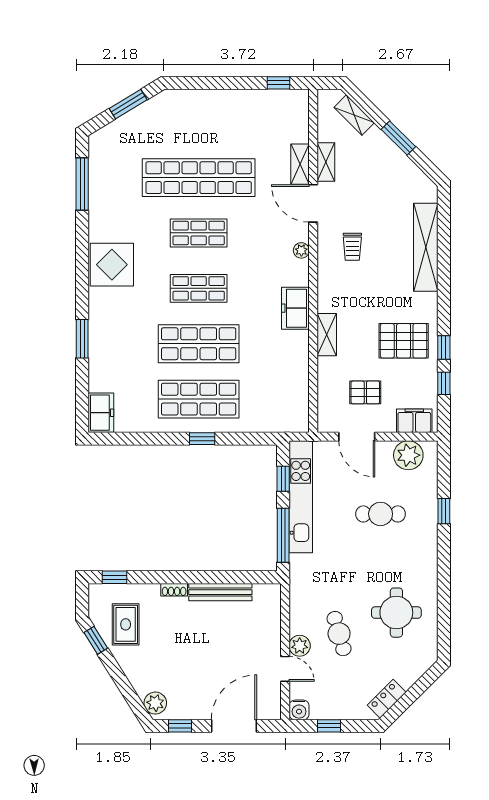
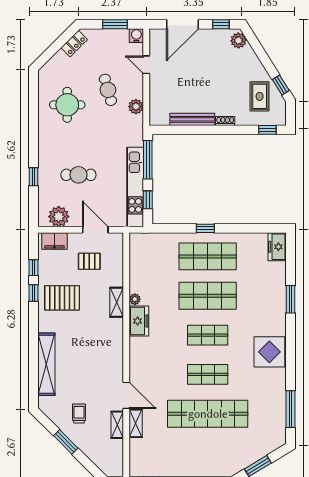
shelving: (354, 115) -> (97, 458), removed
trolley: (352, 247) -> (79, 414), moved
plant: (301, 250) -> (135, 299), moved
plant: (300, 646) -> (136, 107), moved
window: (329, 726) -> (115, 24), width x1.50

